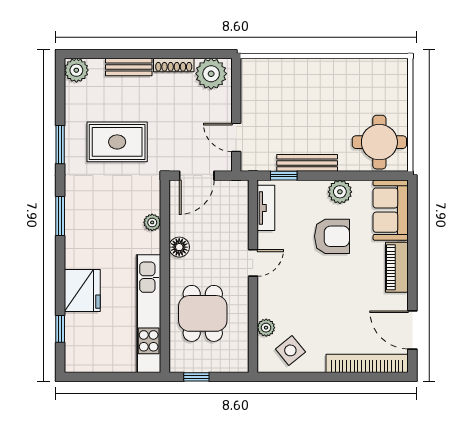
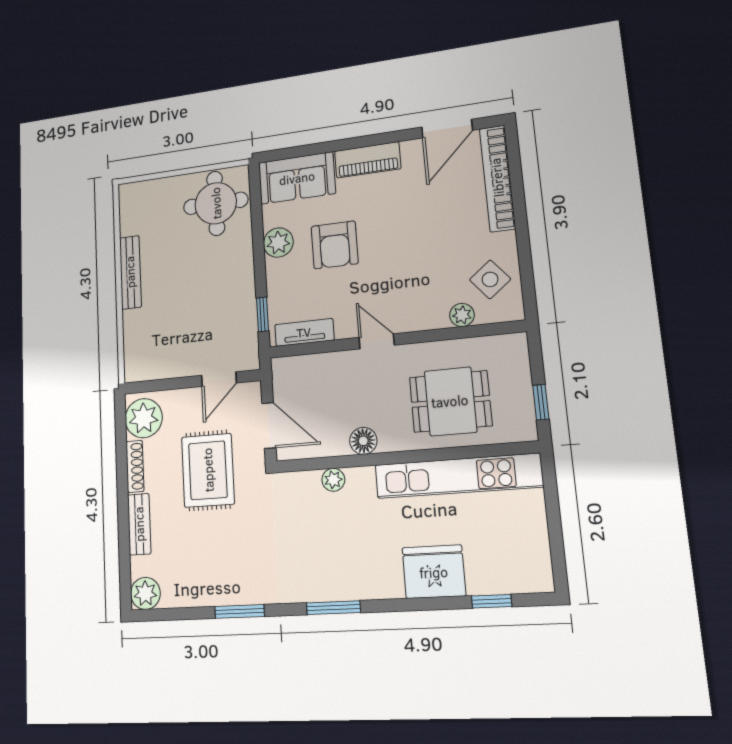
rug: (117, 142) -> (208, 470), moved
bench: (307, 163) -> (130, 272), moved
armchair: (332, 236) -> (335, 245), turned 180

